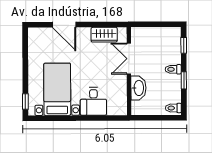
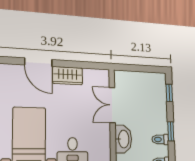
wardrobe: (104, 35) -> (68, 76), moved
toilet: (173, 69) -> (160, 139), moved

